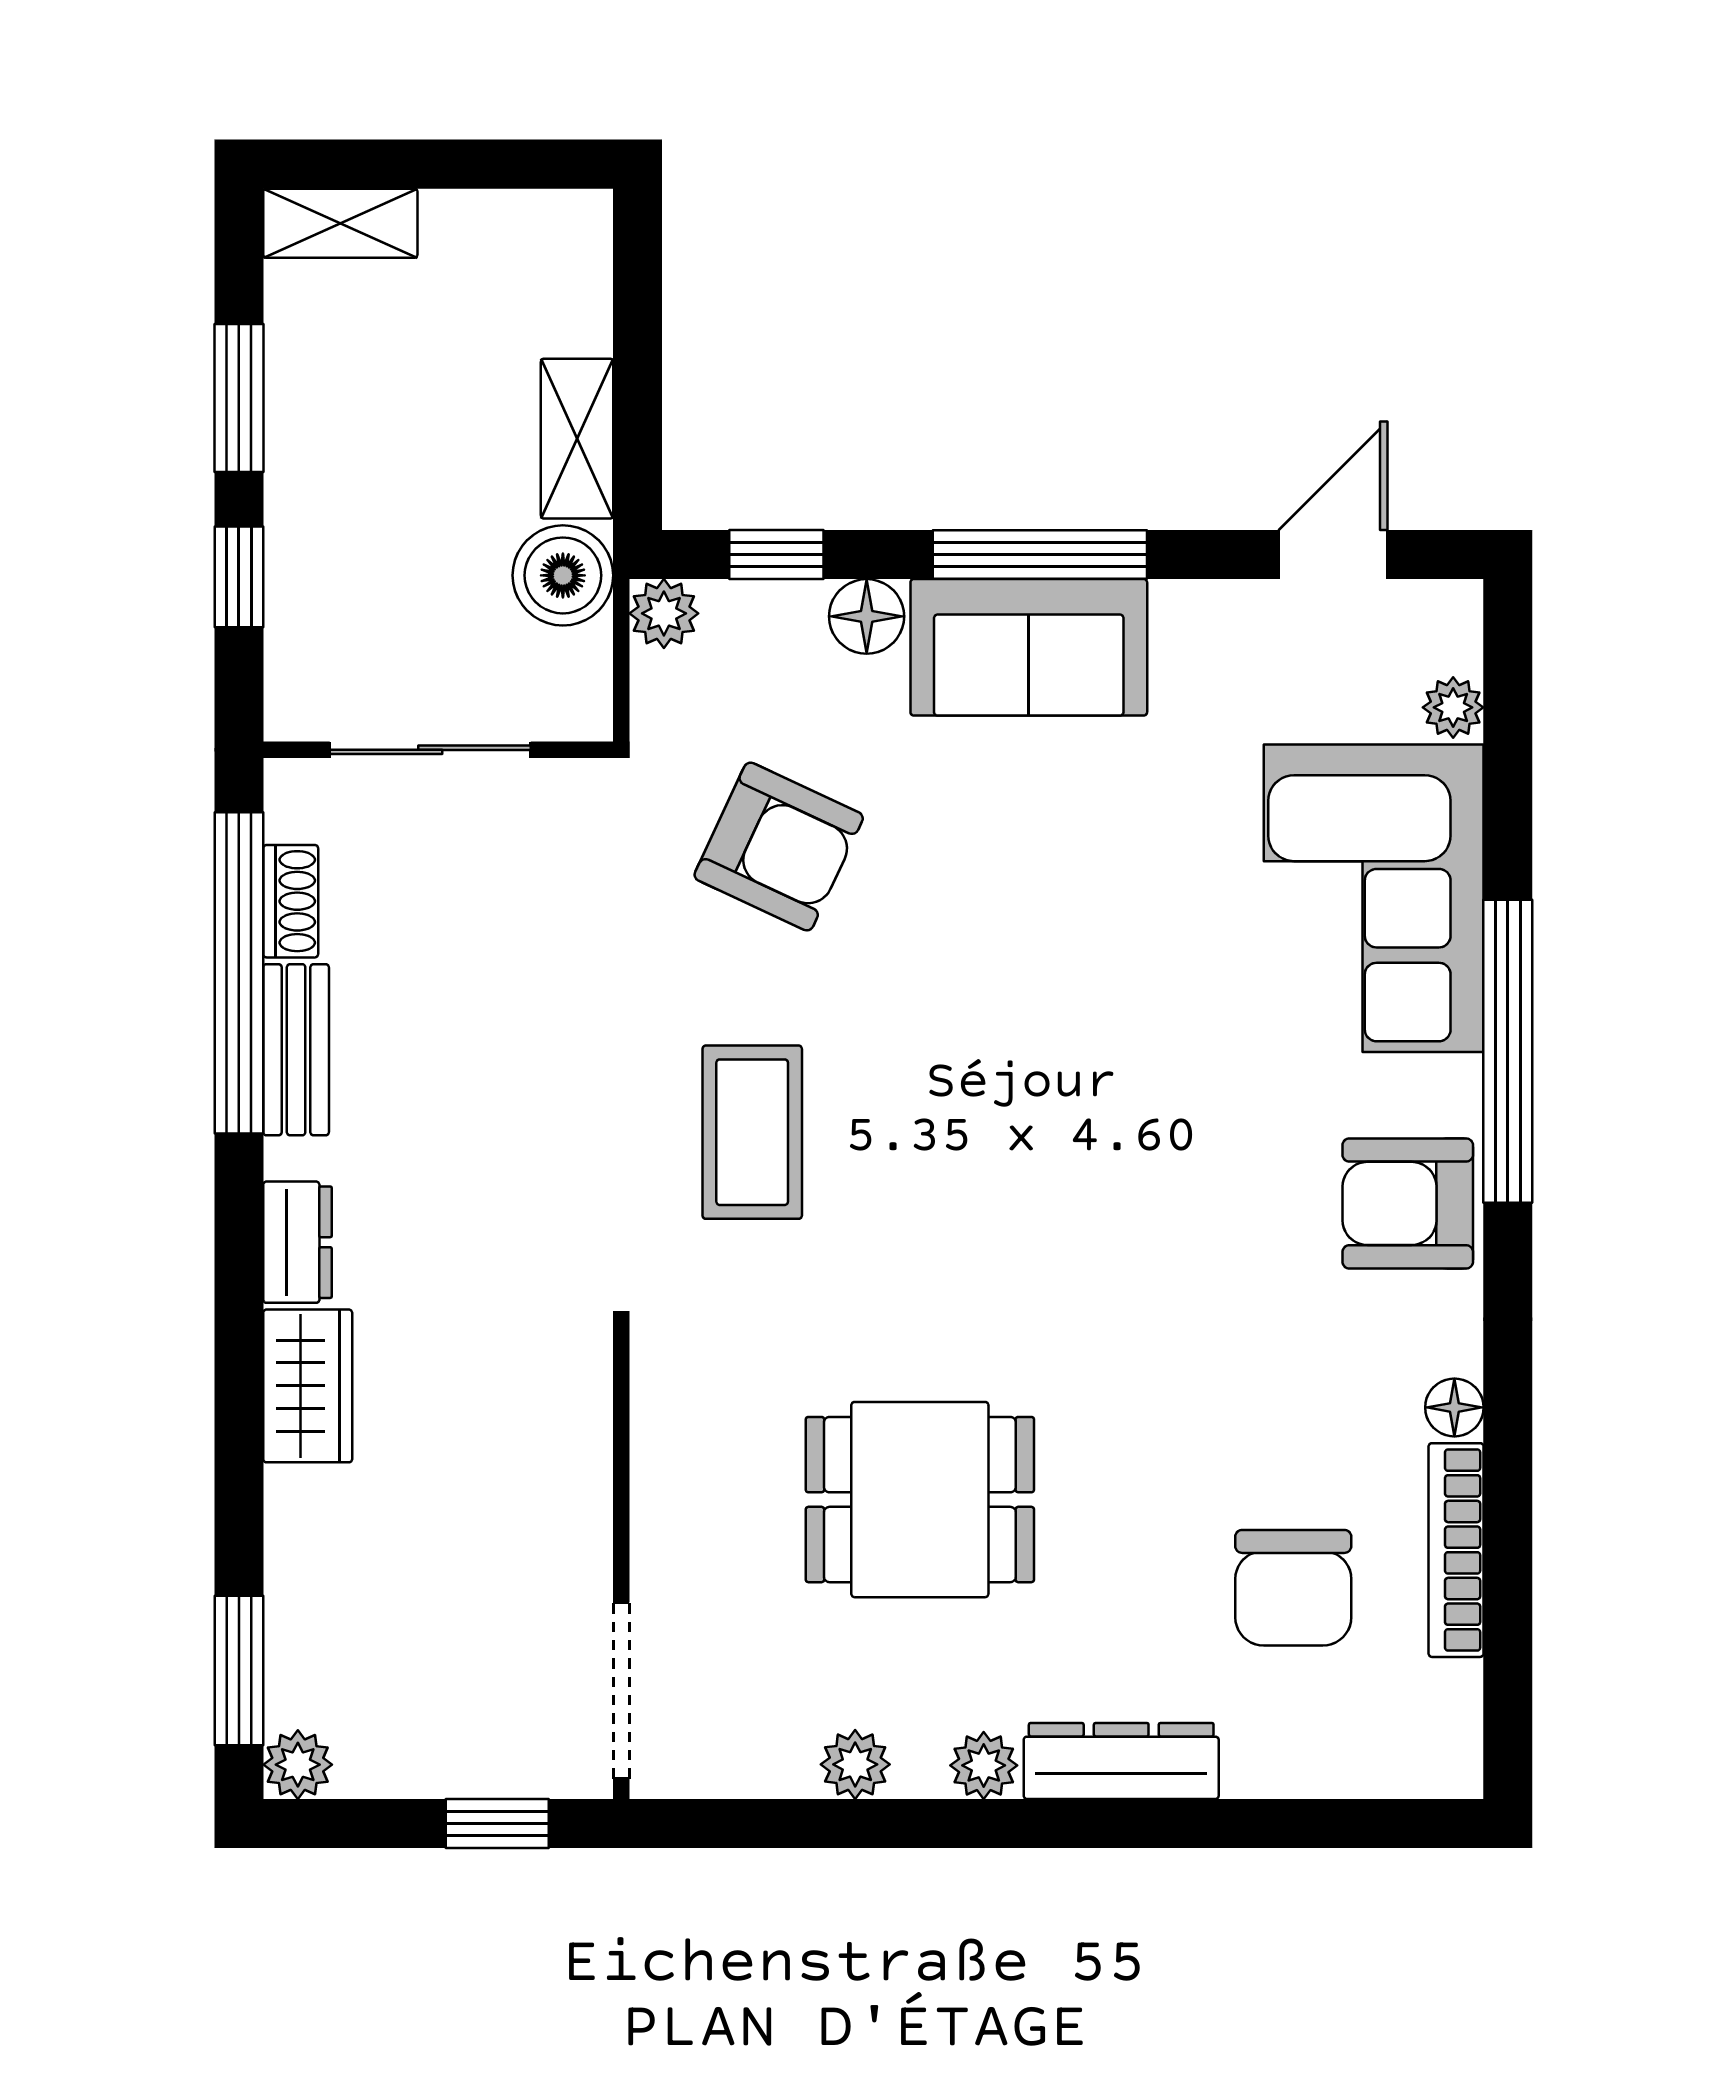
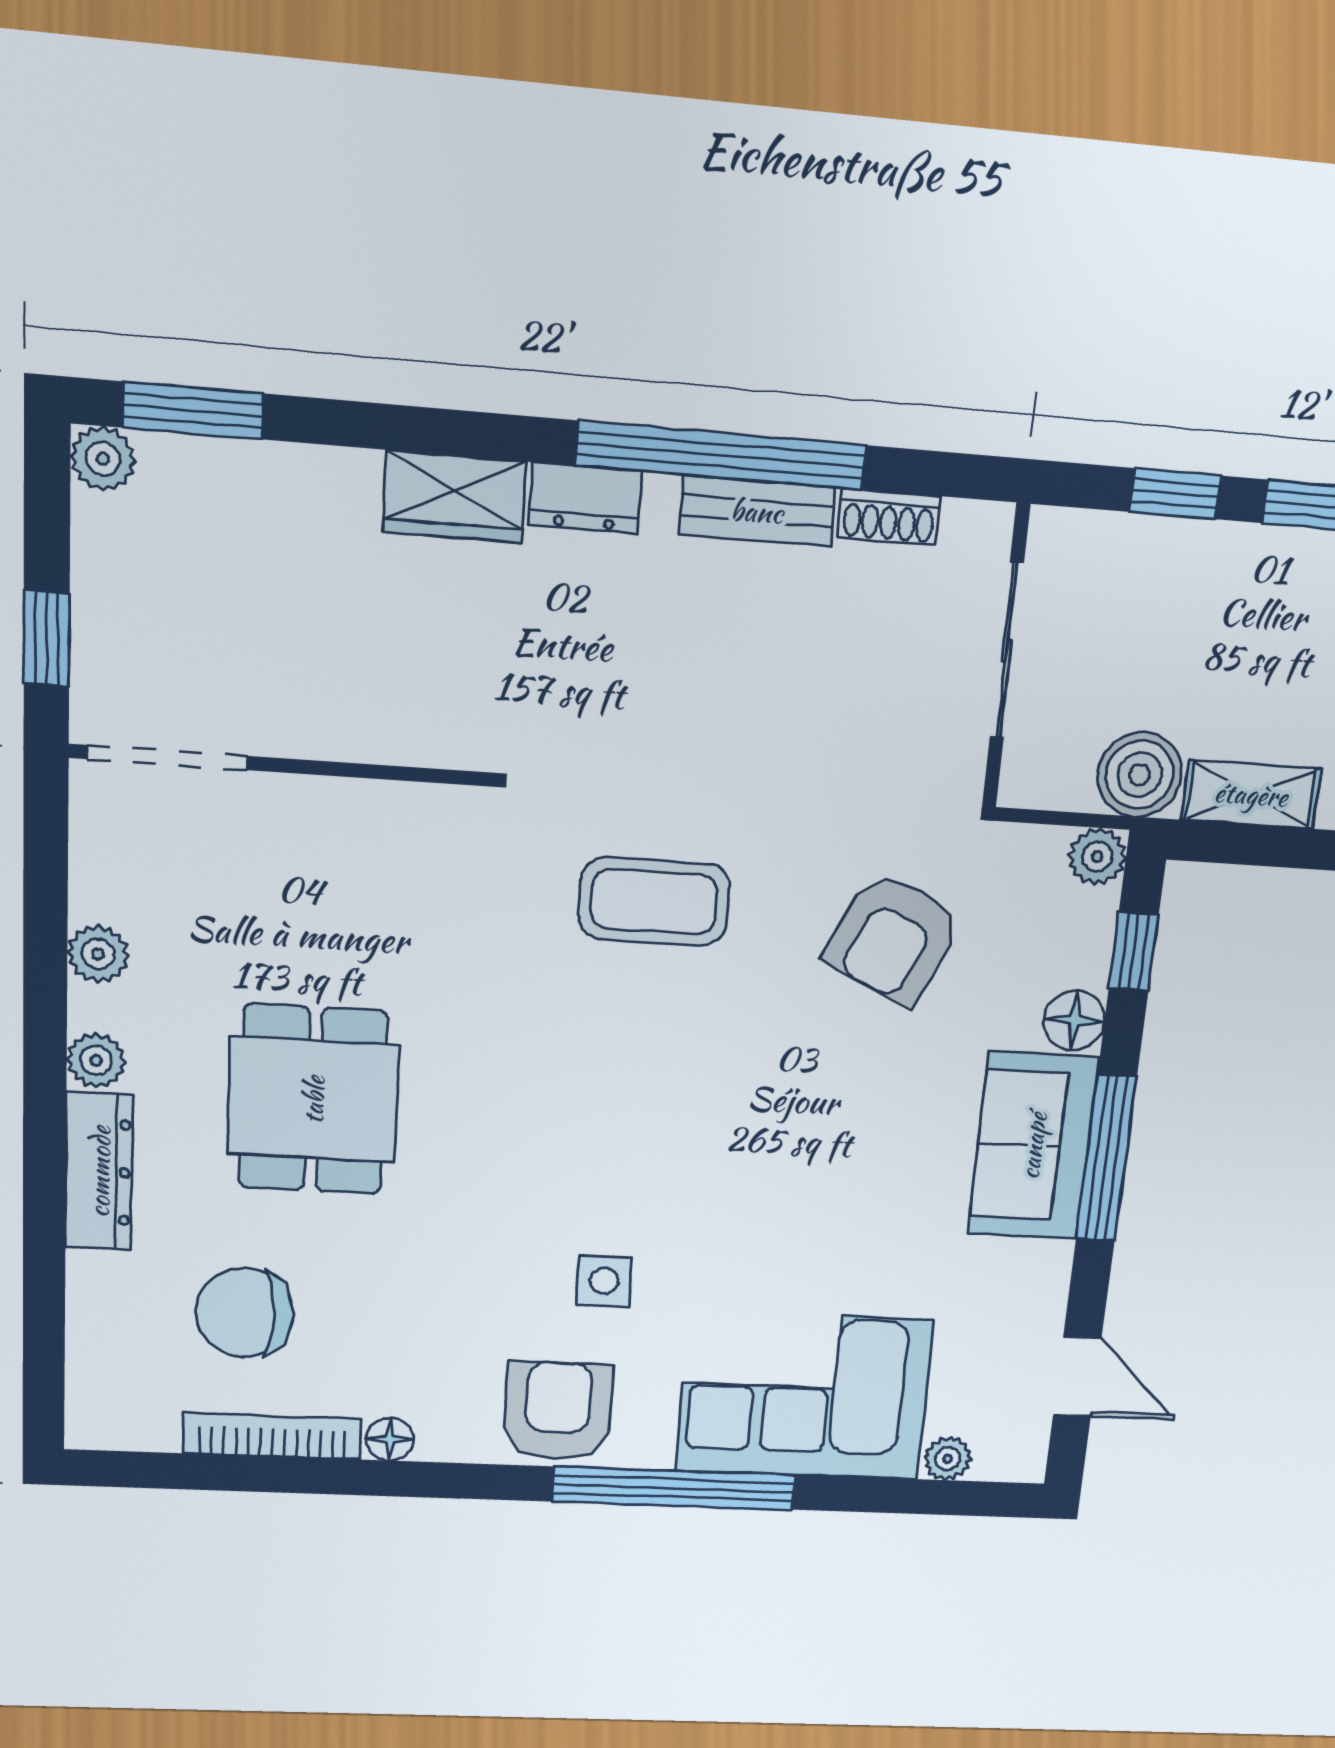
window: (239, 973) -> (721, 455), moved
side table: (1232, 1158) -> (604, 1281), added
dining table: (920, 1500) -> (313, 1100), moved

